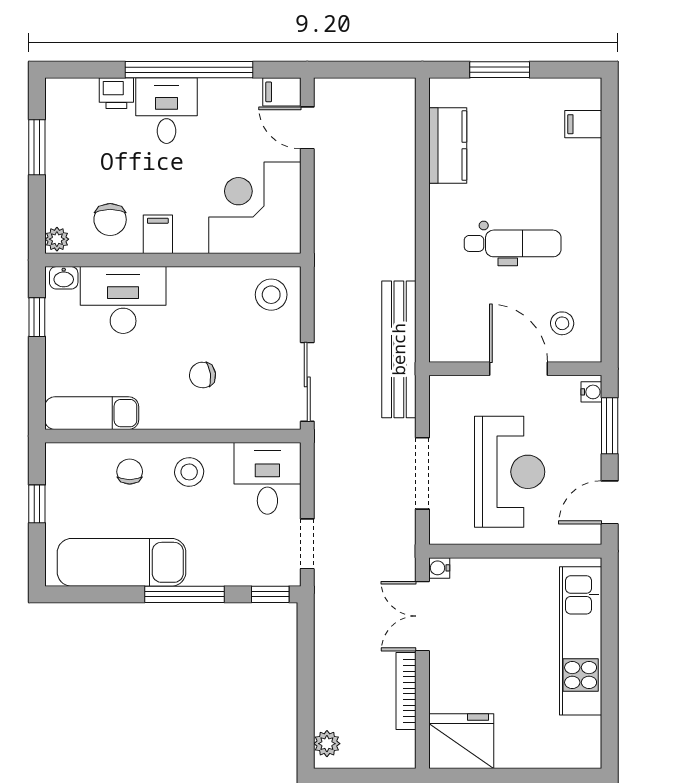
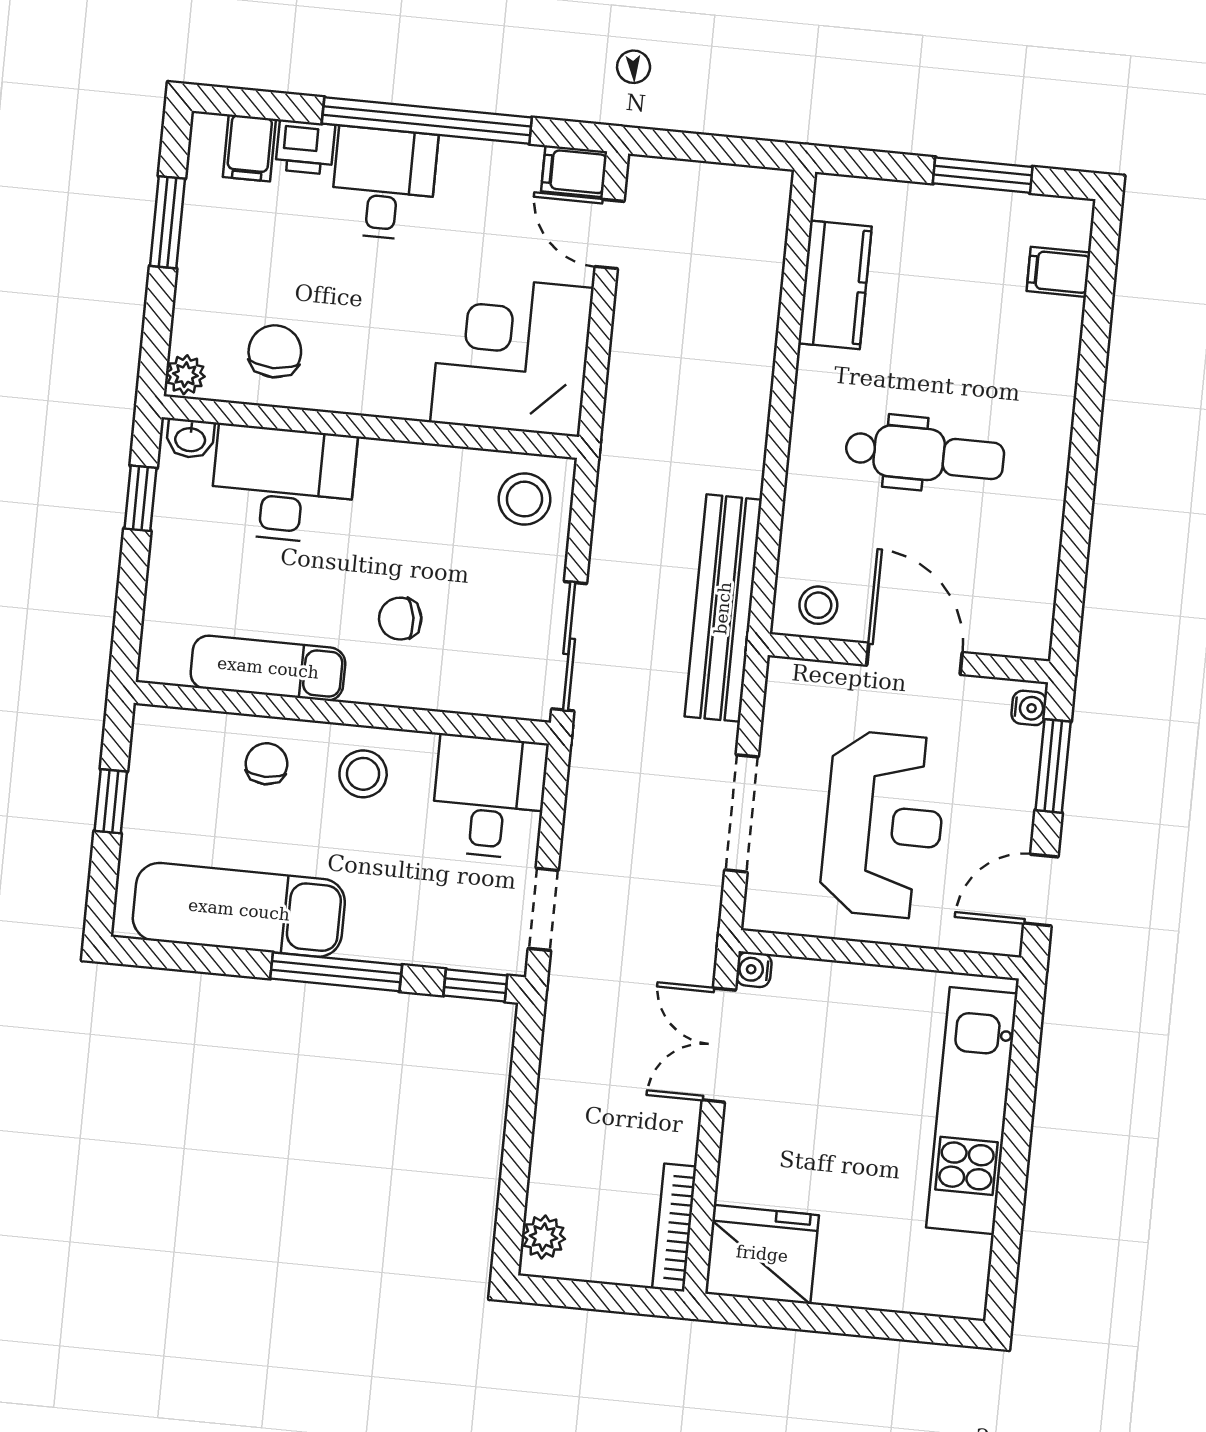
window: (500, 70) -> (983, 175), moved
chair: (110, 220) -> (275, 351), turned 180
filing cabinet: (158, 234) -> (249, 148), moved, turned 180
stool: (562, 323) -> (818, 605), moved
exam couch: (92, 413) -> (268, 668), moved
bookcase: (406, 691) -> (674, 1228), moved

